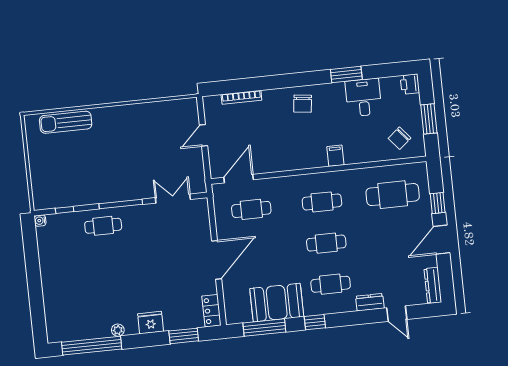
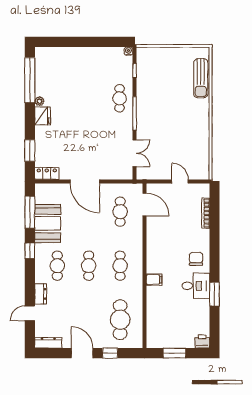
desk: (363, 98) -> (196, 286), moved
chair: (303, 104) -> (196, 259), turned 83
sun lounger: (66, 122) -> (201, 78), turned 180
chair: (399, 138) -> (162, 329), removed
fridge: (151, 323) -> (43, 116), moved

